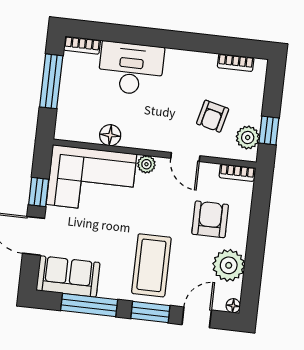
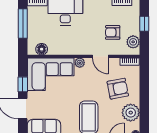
armchair: (213, 116) -> (113, 32), turned 76
window: (269, 131) -> (144, 24), moved
floor lamp: (110, 135) -> (42, 49), moved
armchair: (210, 219) -> (118, 89), turned 79

